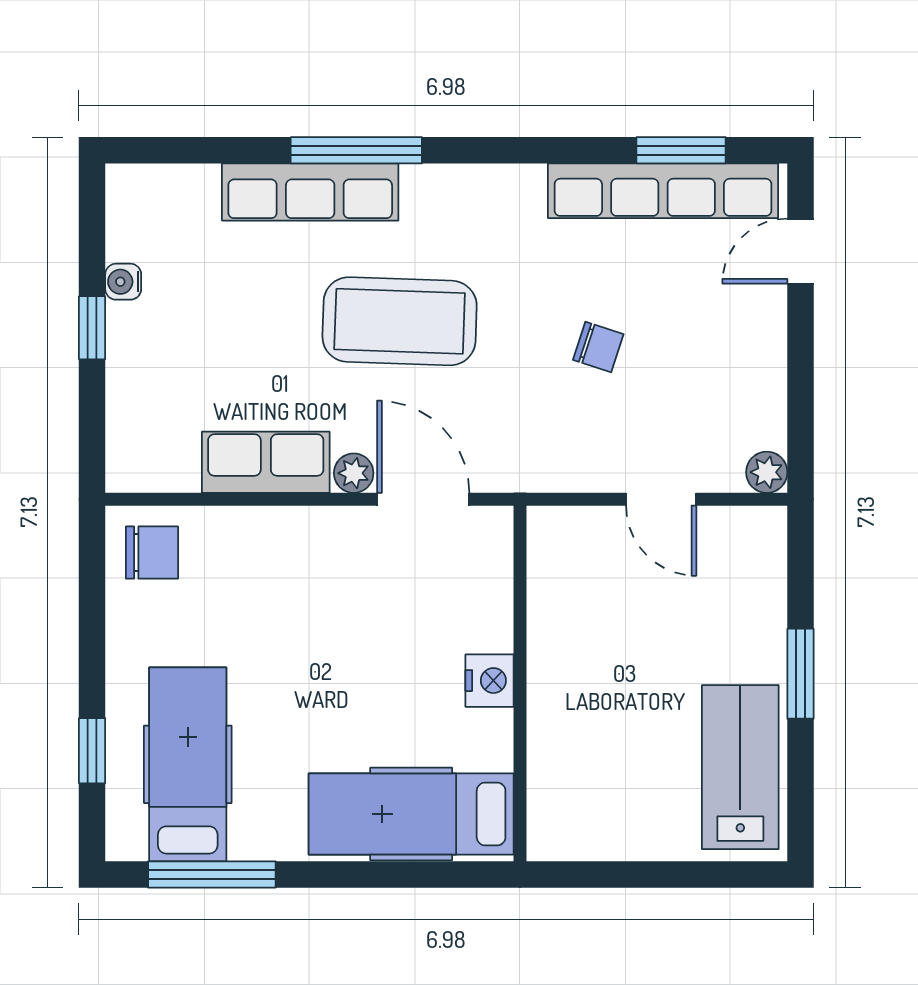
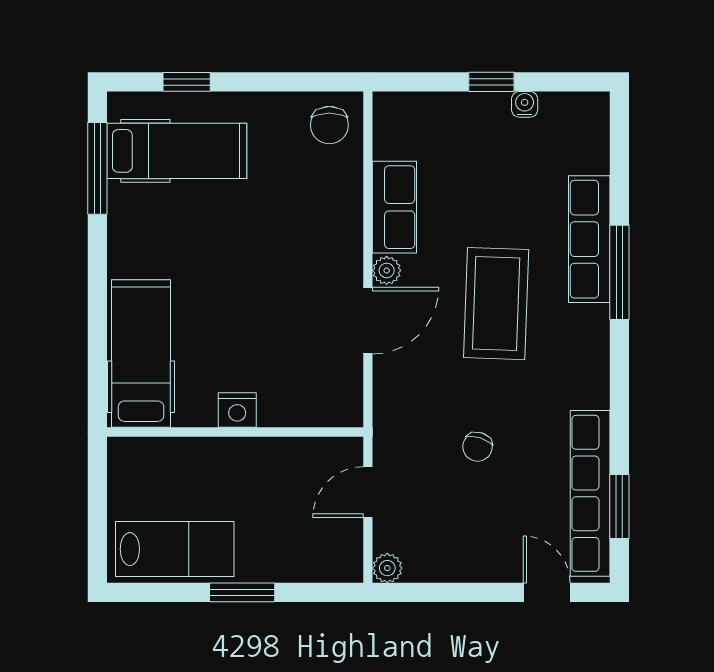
nightstand: (490, 681) -> (237, 410), moved
wall: (520, 683) -> (235, 432), moved
hospital bed: (411, 814) -> (141, 354), moved

